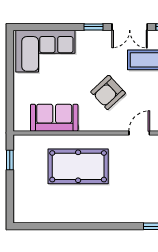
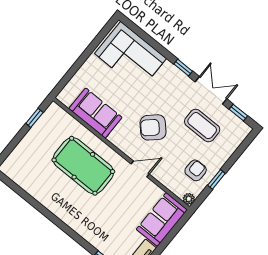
double door: (130, 27) -> (211, 90), swing flipped
door: (139, 133) -> (140, 169), moved

